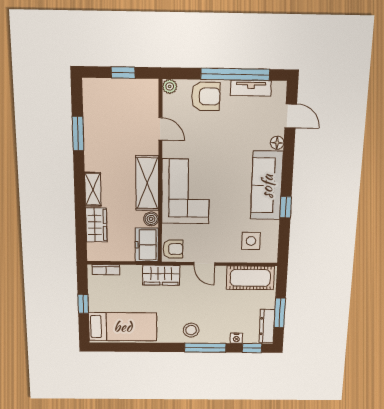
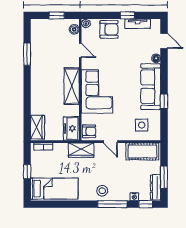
window: (235, 74) -> (127, 15), width x0.32
shelving: (93, 189) -> (36, 91), removed
boiler: (151, 219) -> (74, 29), moved
wardrobe: (96, 225) -> (38, 127), moved

